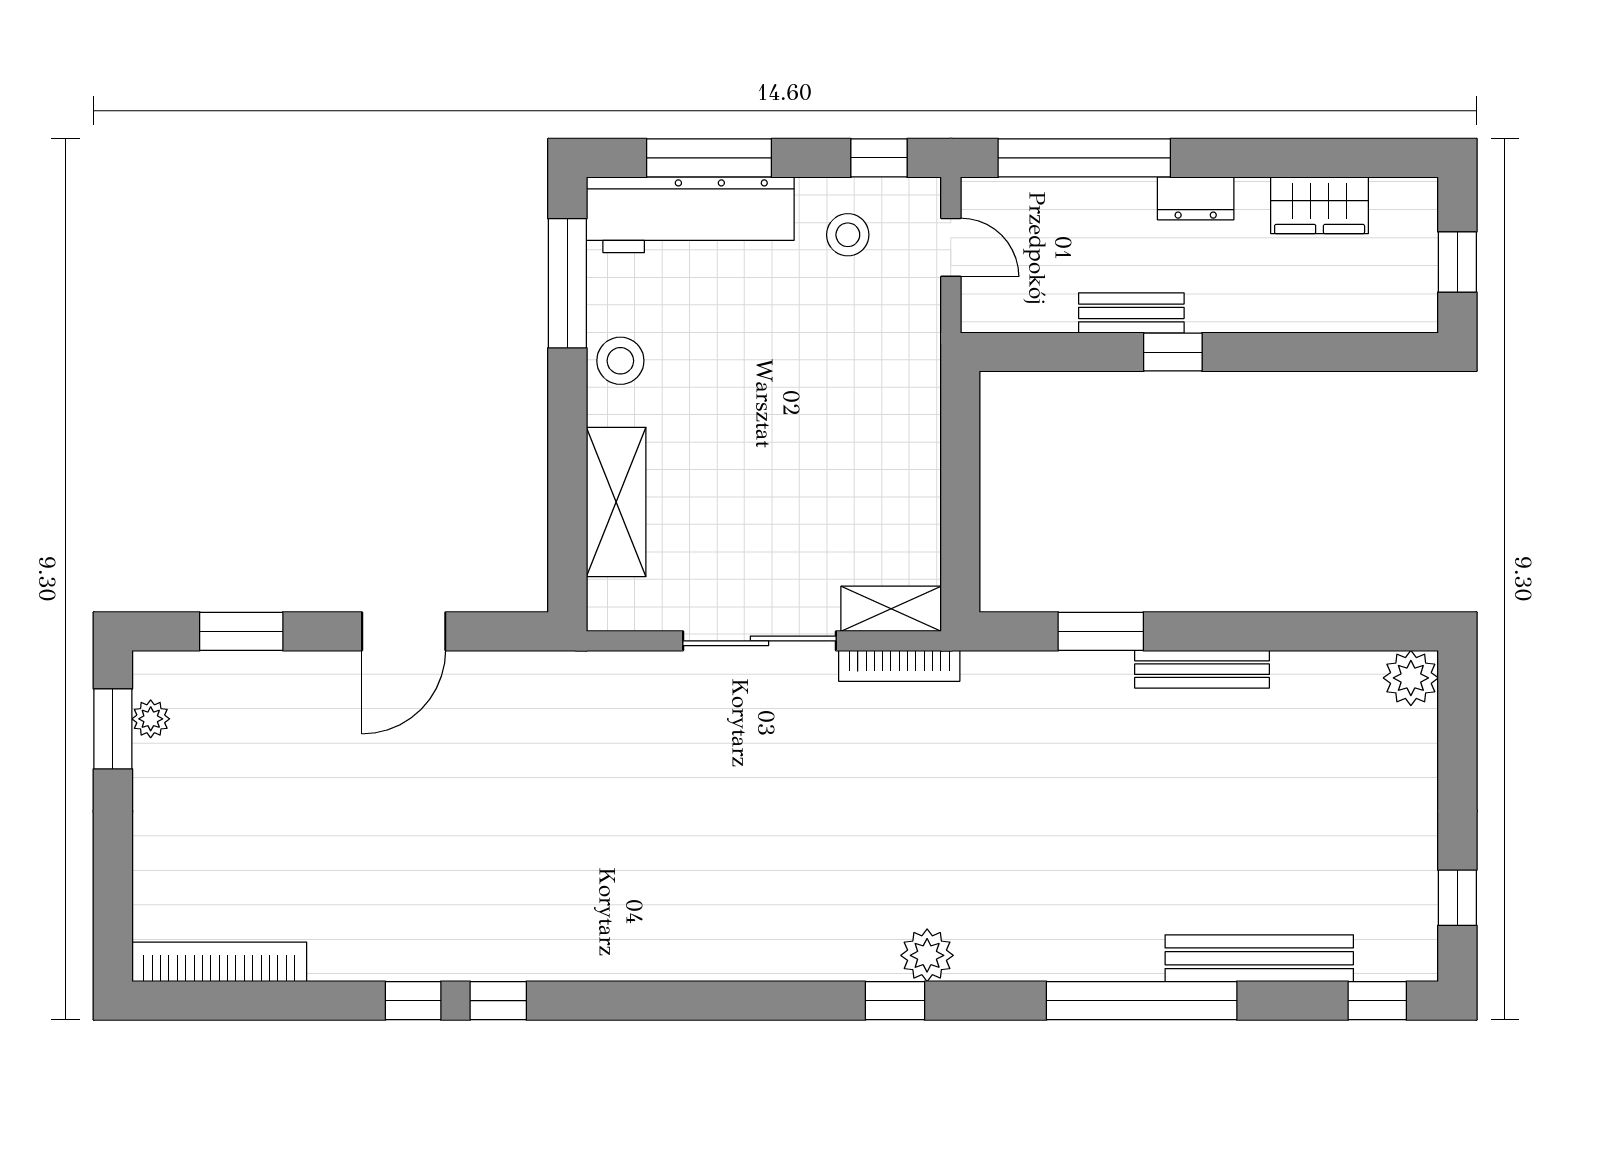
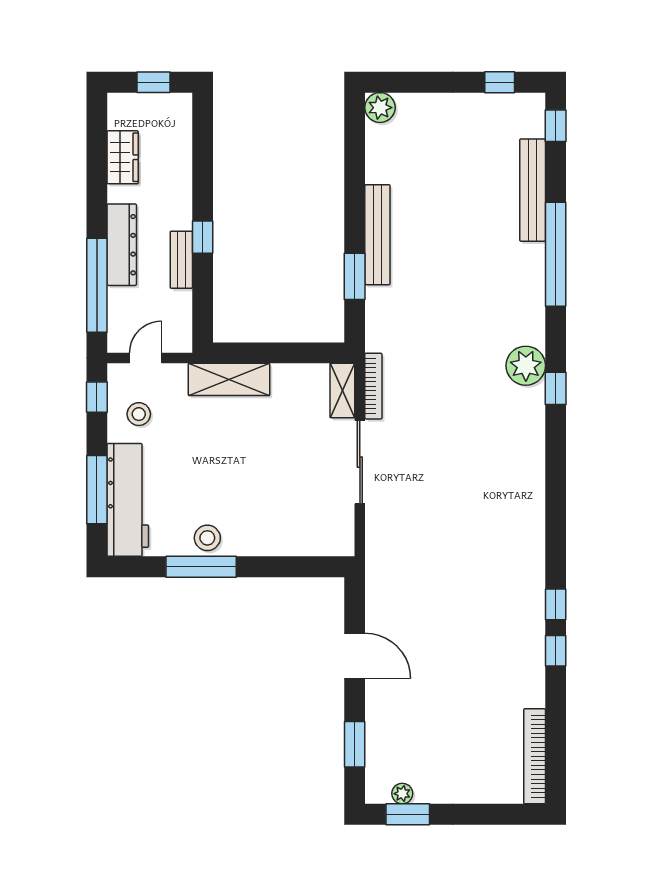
dresser: (1196, 198) -> (122, 245), width x1.96, depth x1.24
window: (567, 283) -> (201, 567), moved
shelving: (616, 502) -> (229, 379), moved
bench: (1202, 669) -> (377, 235), width x1.37, depth x1.21
plant: (927, 955) -> (526, 366), width x1.36, depth x1.36

